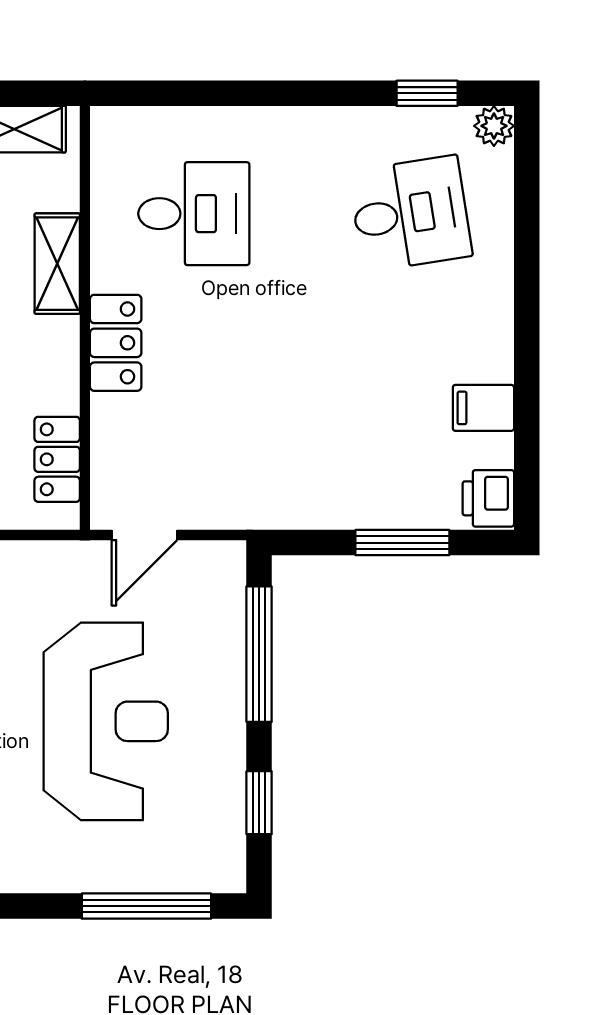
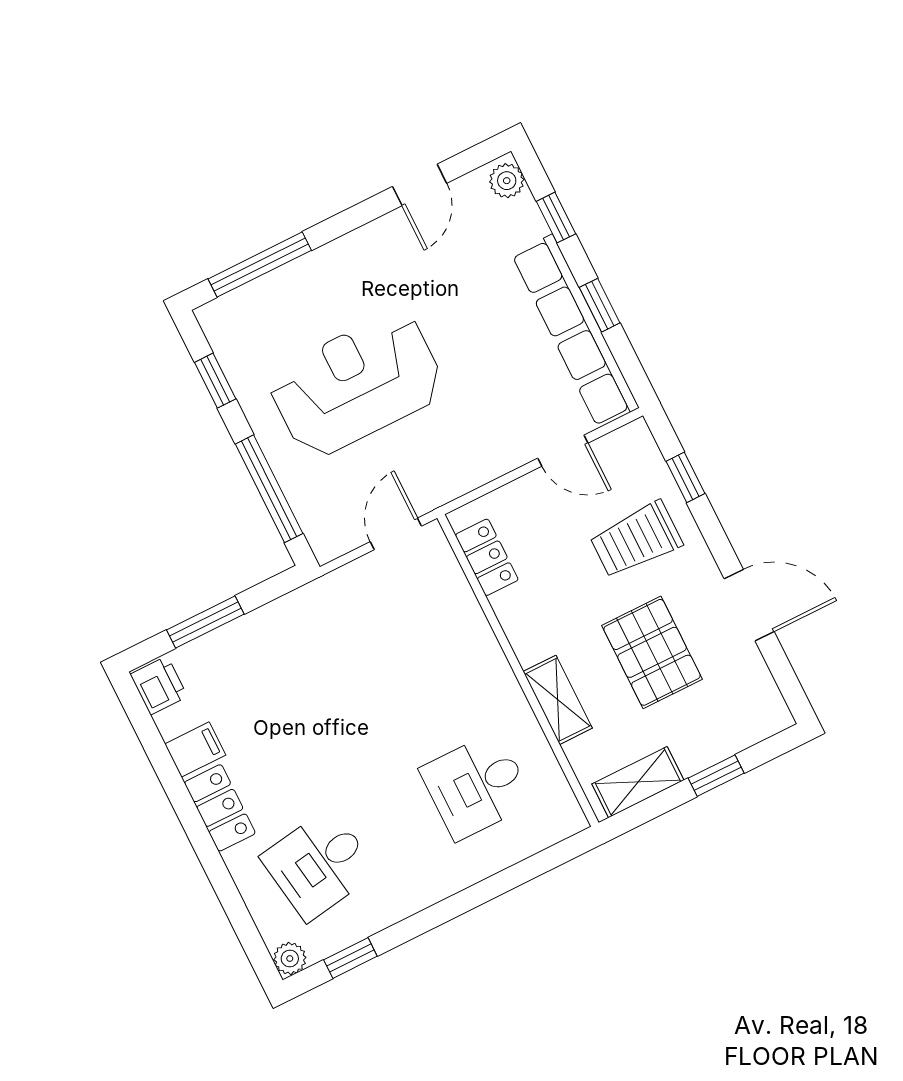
locker: (116, 343) -> (220, 808), moved, turned 180
reception desk: (106, 721) -> (356, 384), turned 90

